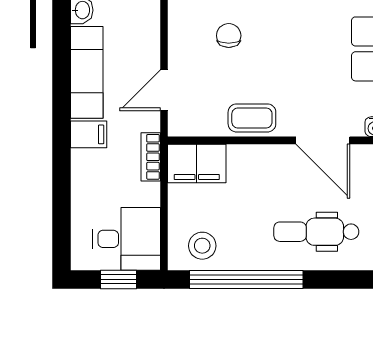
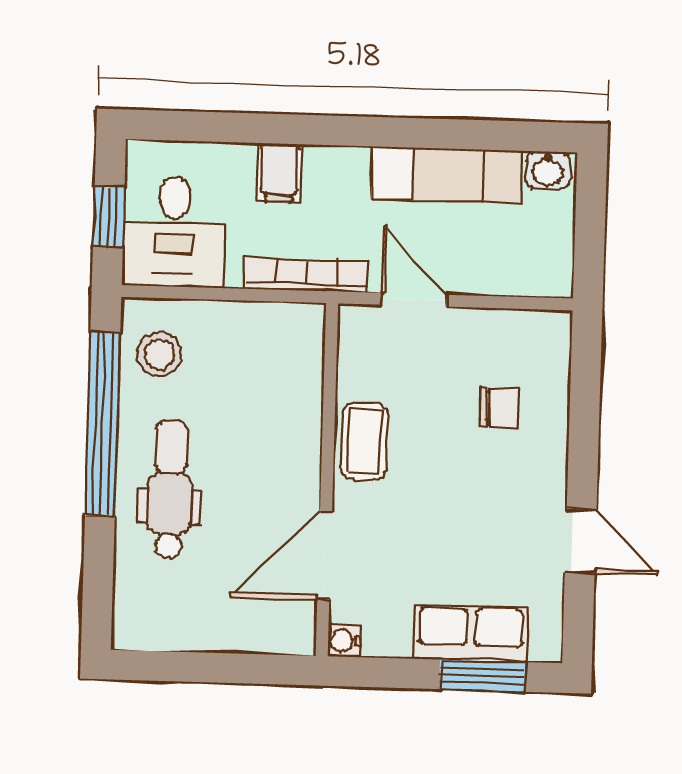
filing cabinet: (89, 134) -> (279, 173), moved
bookcase: (151, 157) -> (306, 275), width x1.56
filing cabinet: (197, 163) -> (293, 349), removed
dental chair: (316, 232) -> (170, 490), moved

